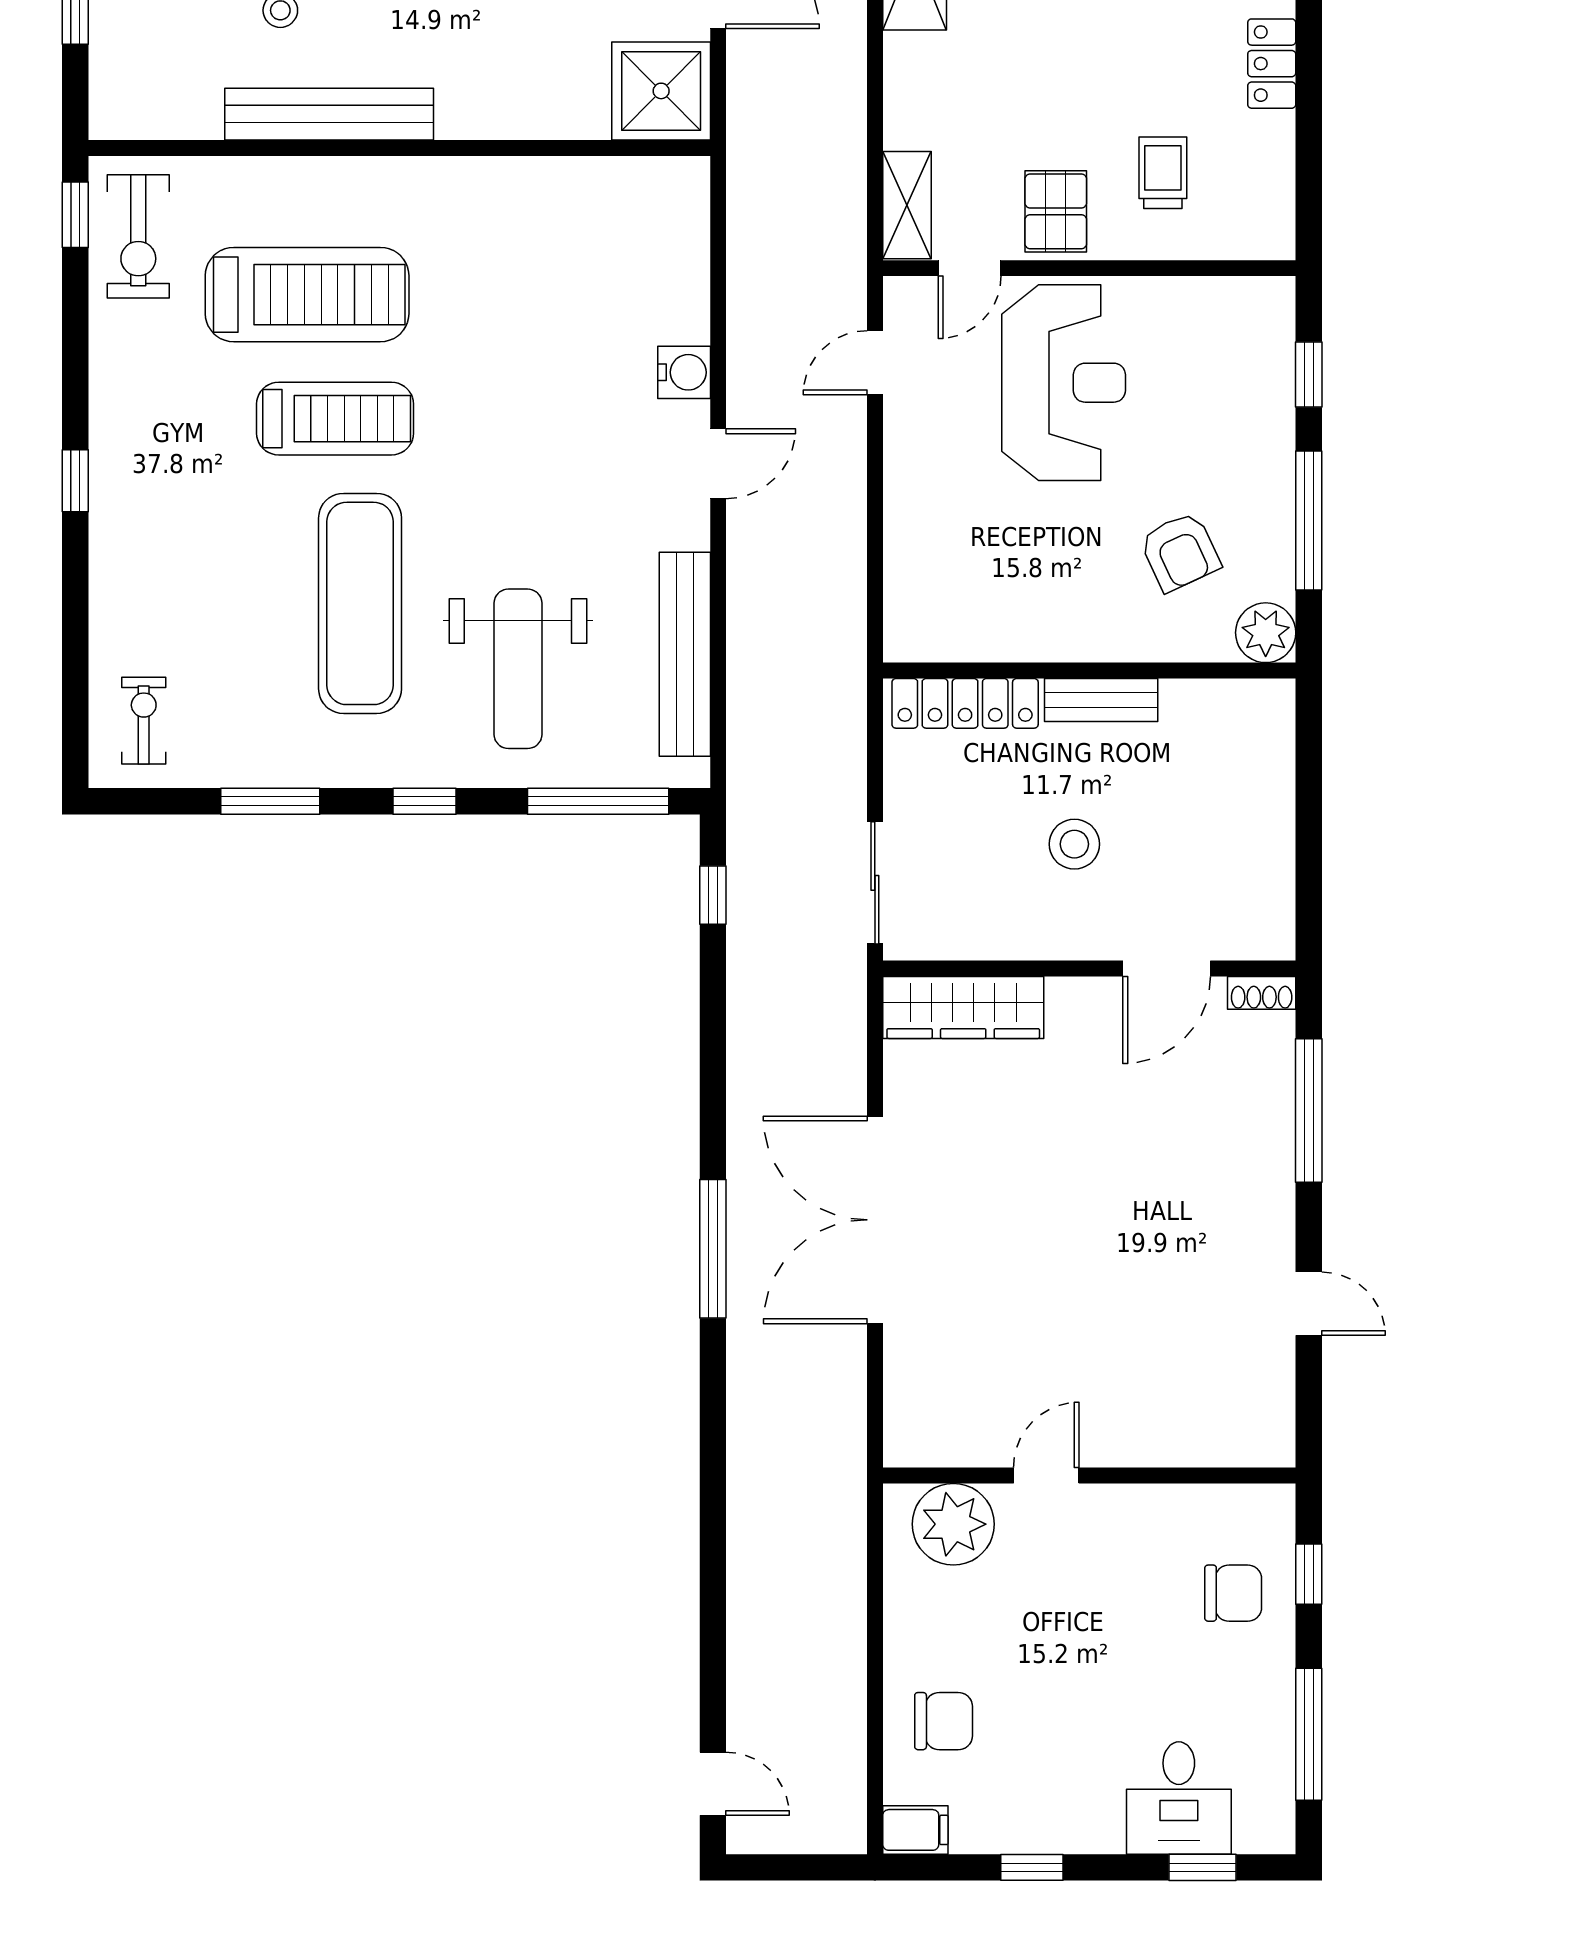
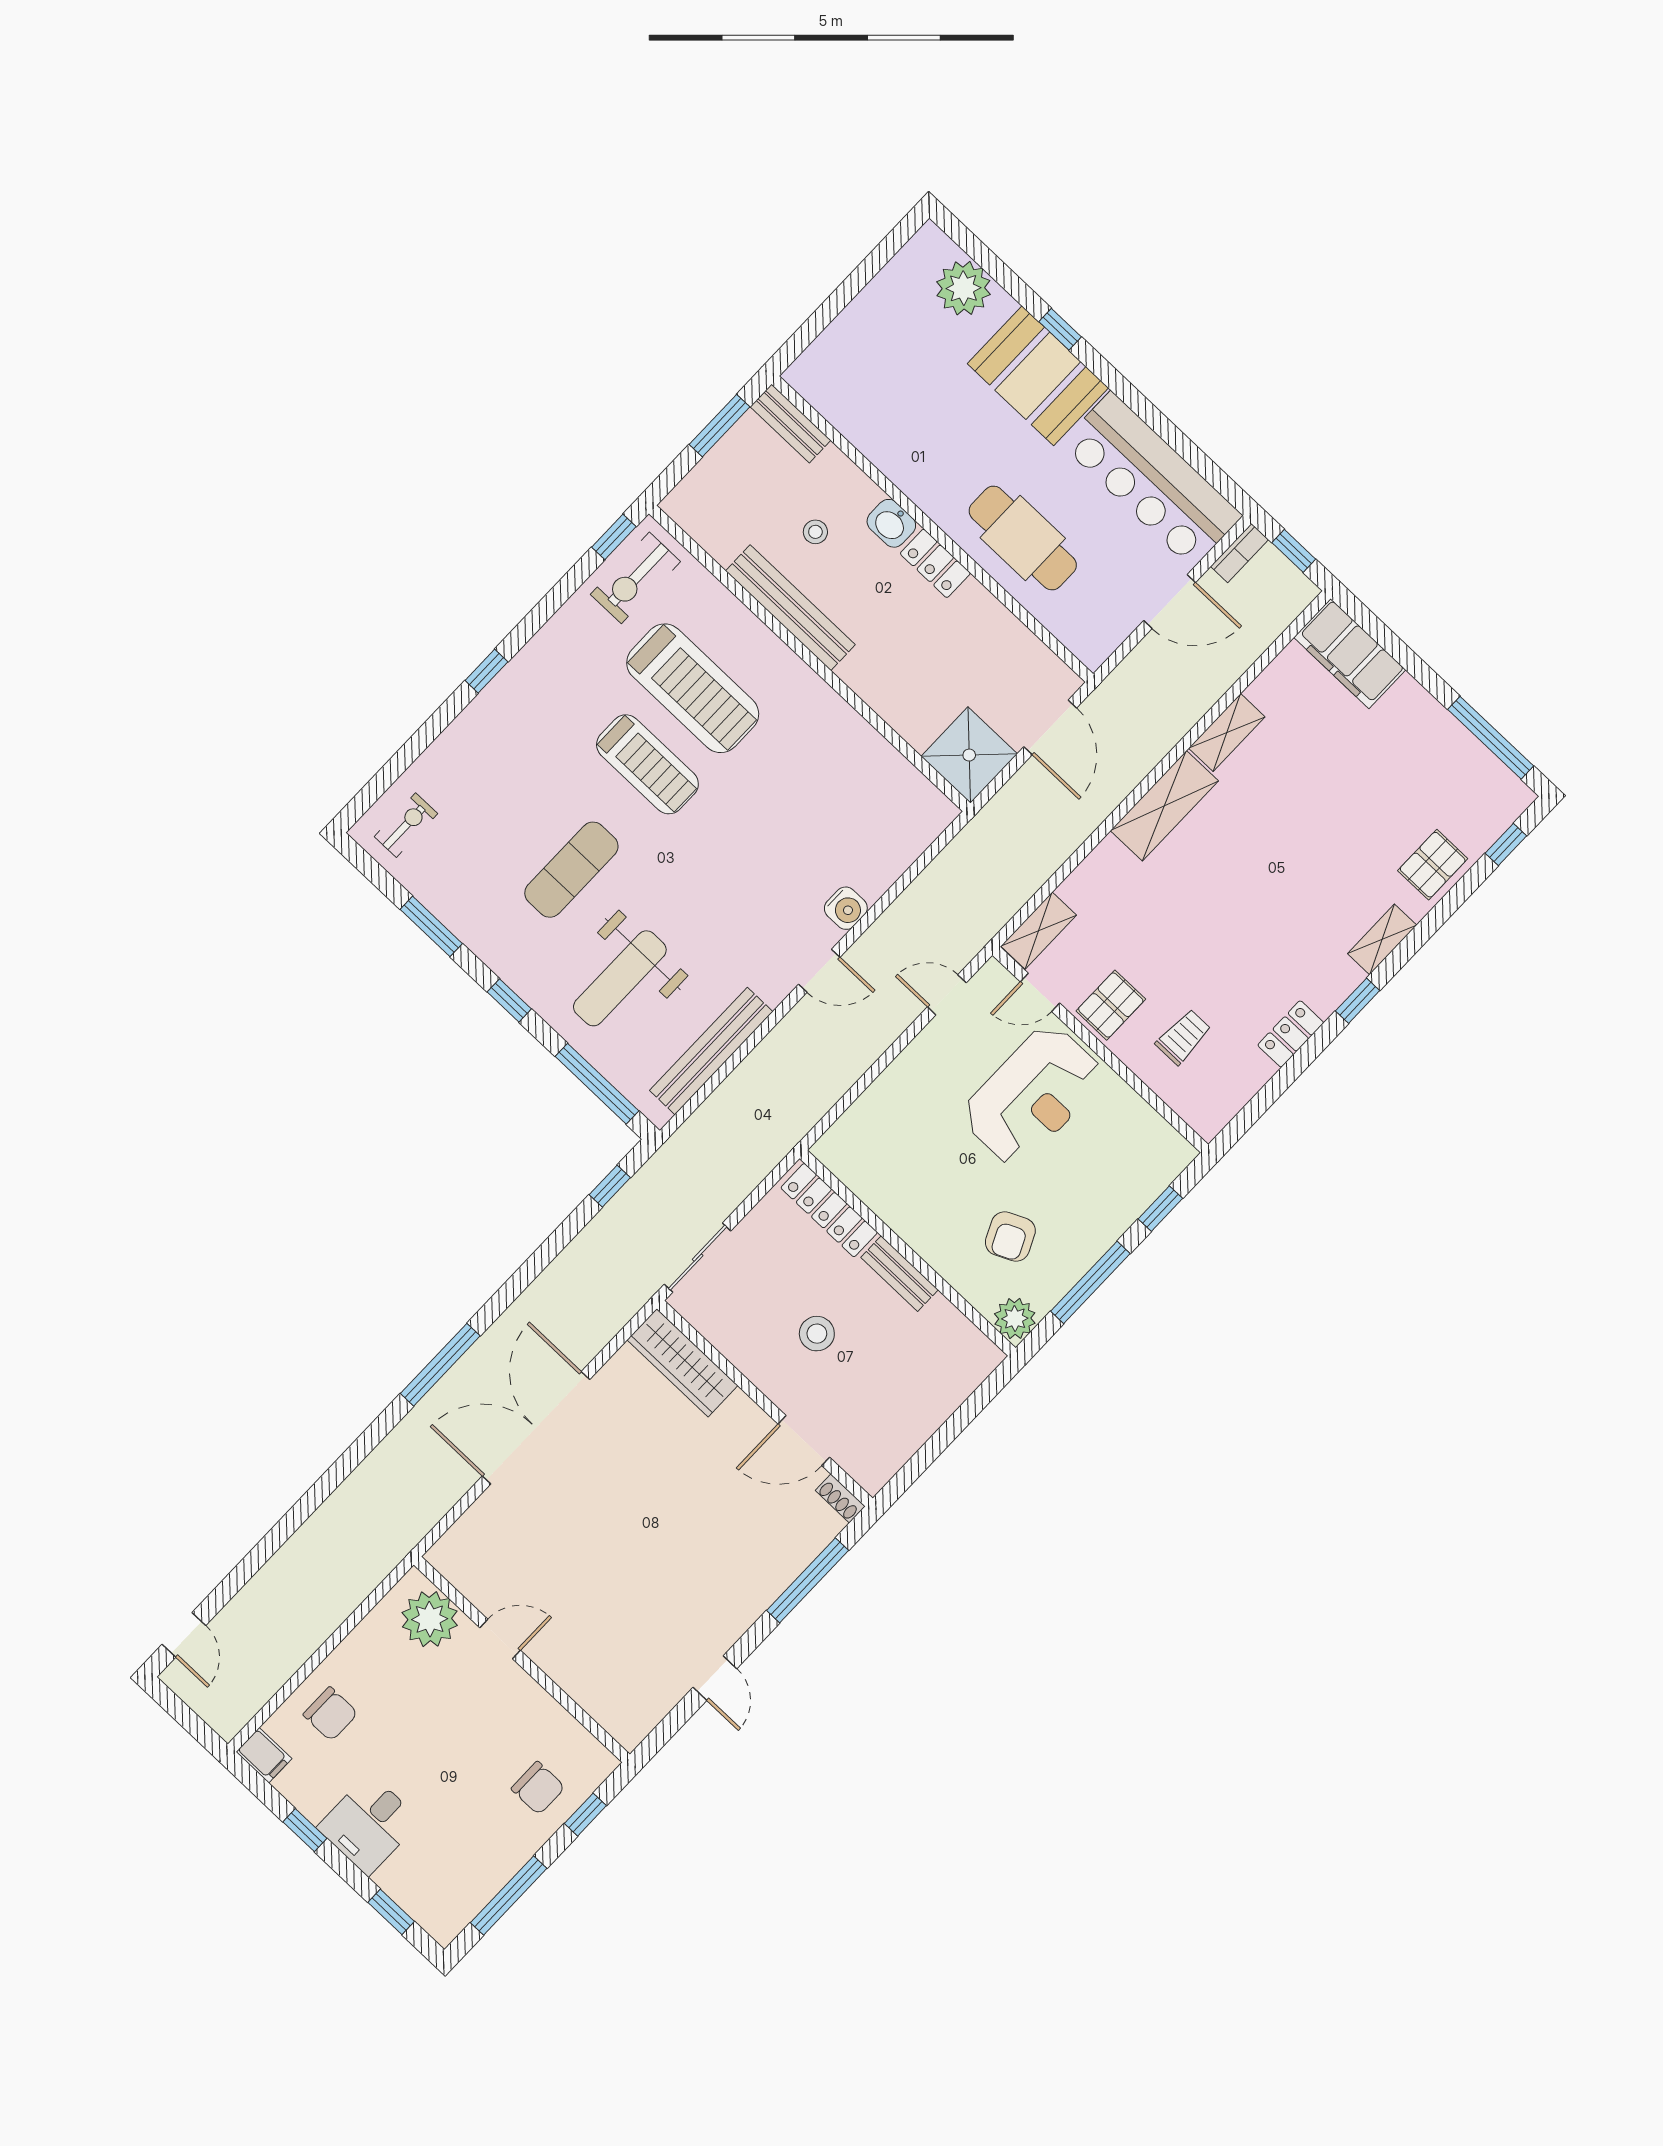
exercise mat: (360, 603) -> (571, 870), width x0.73, depth x0.69
desk: (1179, 1798) -> (369, 1824), moved

